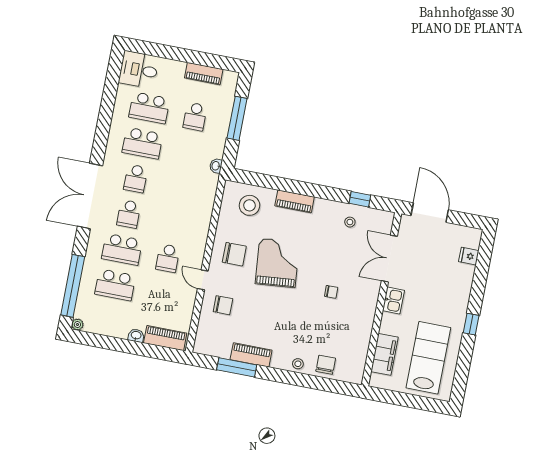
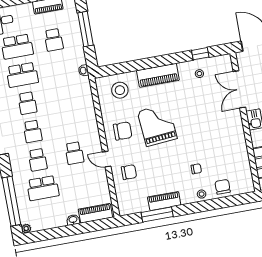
piano: (295, 201) -> (158, 75), width x1.37, depth x1.33
school desk: (122, 249) -> (38, 160), width x0.54
chair: (331, 292) -> (196, 169), moved

